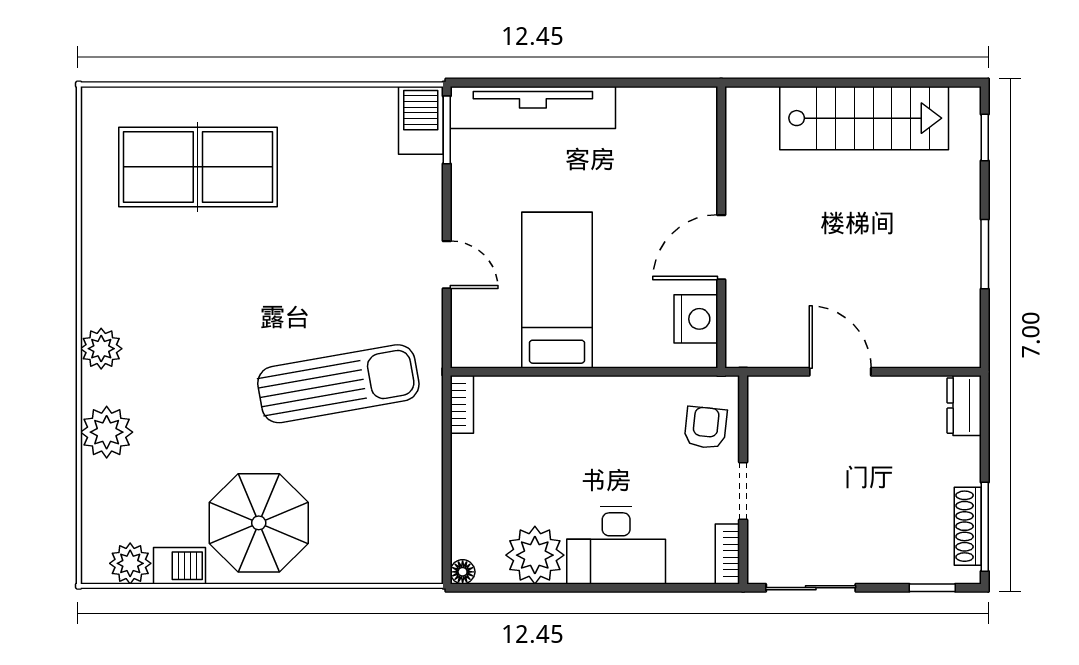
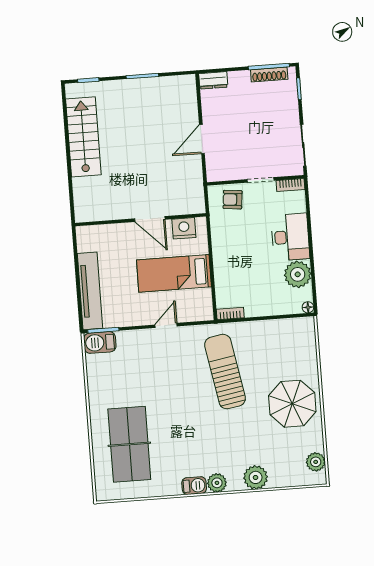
wall: (721, 227) -> (141, 220), moved
door: (721, 247) -> (150, 219), moved
nightstand: (696, 319) -> (184, 228), moved
barbecue: (180, 566) -> (194, 486), moved, turned 90

